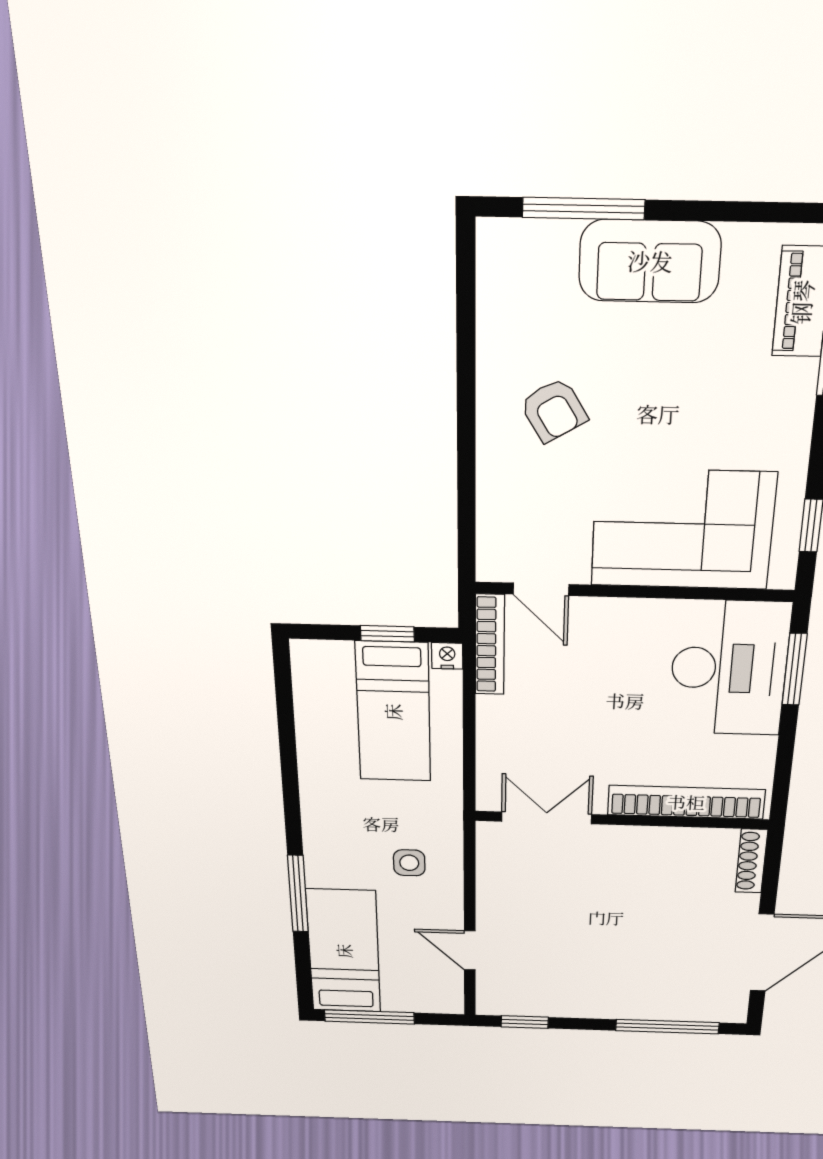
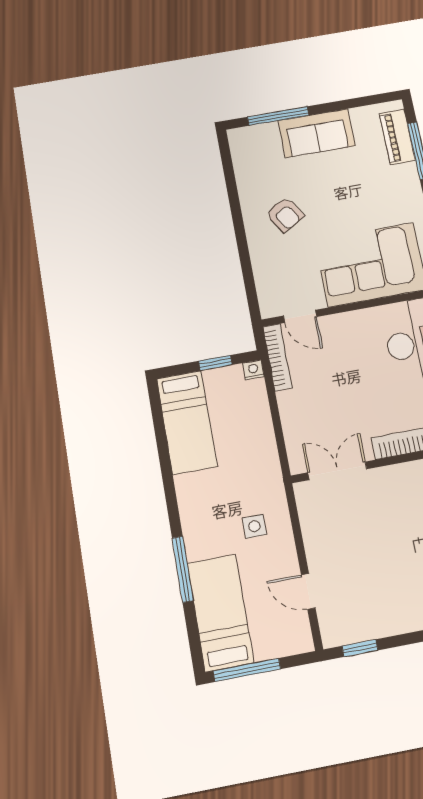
bed: (393, 712) -> (187, 422), moved

